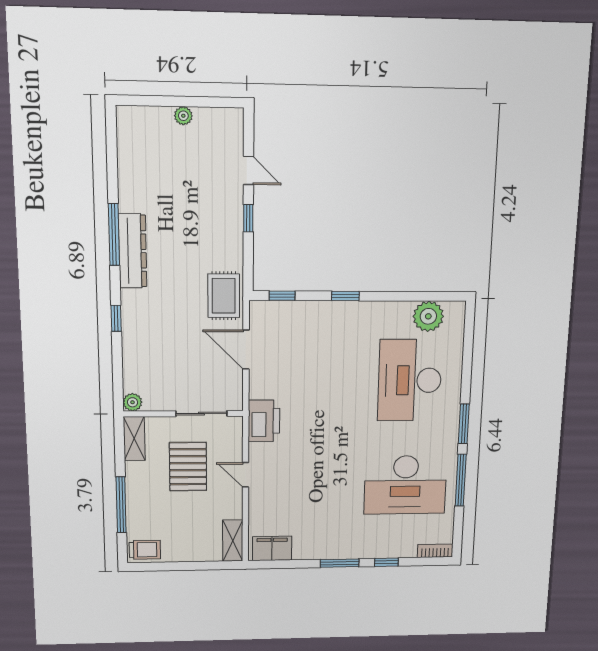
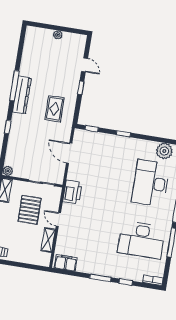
rug: (224, 296) -> (55, 109), moved
shelving: (233, 541) -> (48, 240), moved

